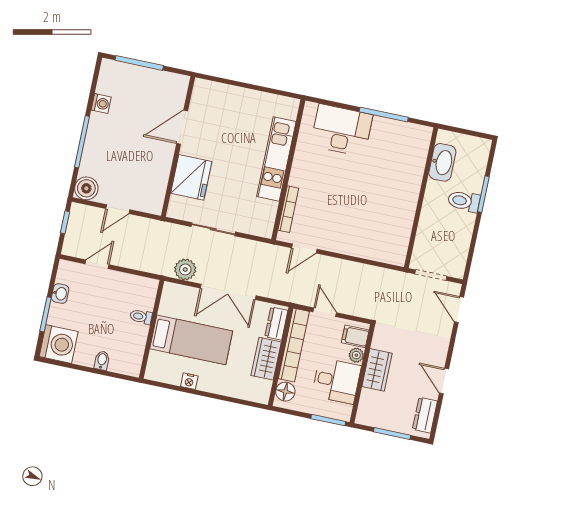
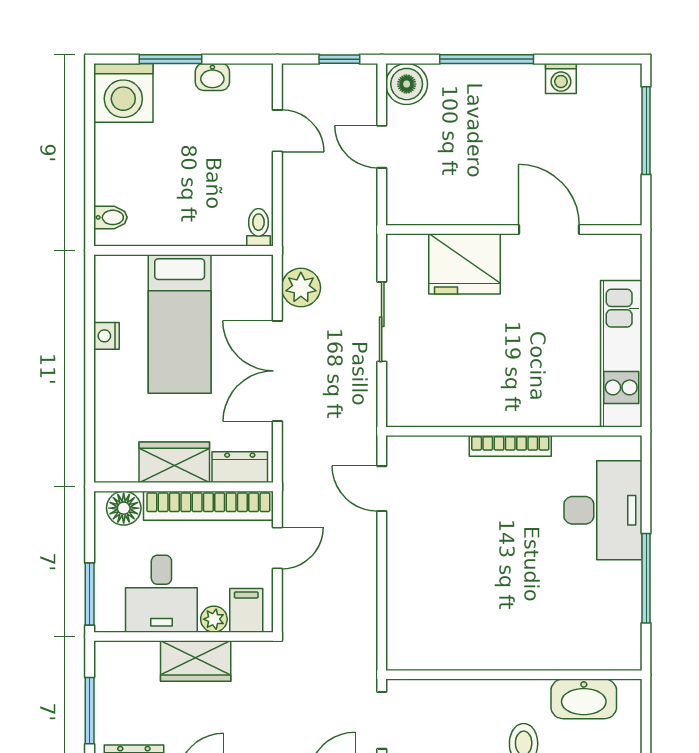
kitchen unit: (276, 159) -> (621, 354), moved, turned -90
bookcase: (288, 209) -> (510, 446), moved
toilet: (141, 317) -> (258, 227), moved
bidet: (102, 360) -> (110, 217), moved

